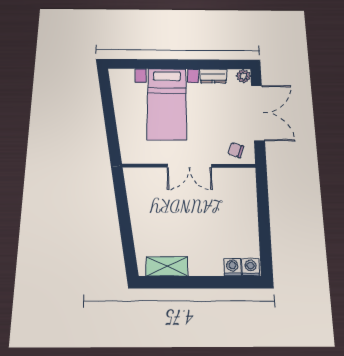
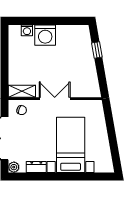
window: (127, 237) -> (97, 50), added
shelving: (167, 266) -> (22, 91), moved
washing machine: (251, 267) -> (45, 35), moved, width x1.89, depth x1.89

